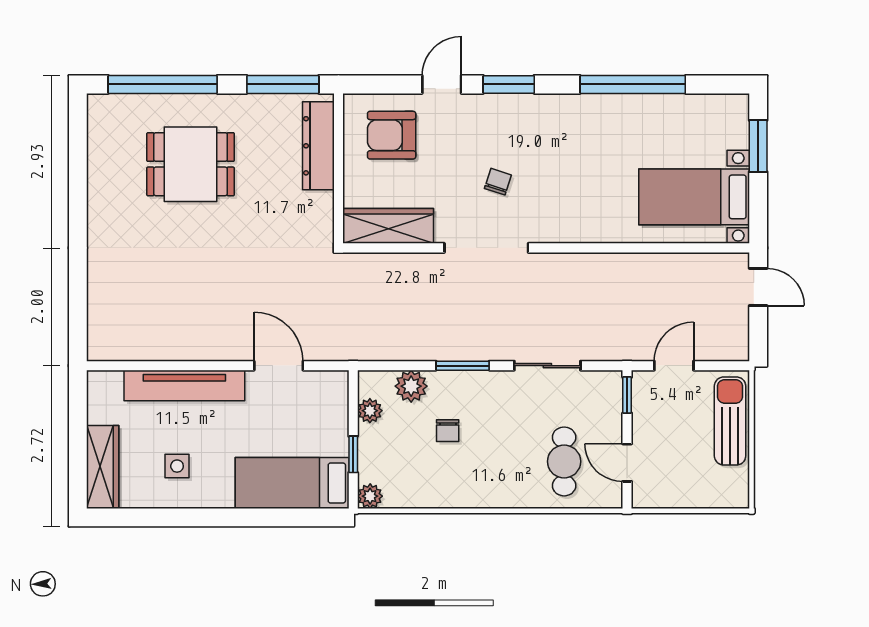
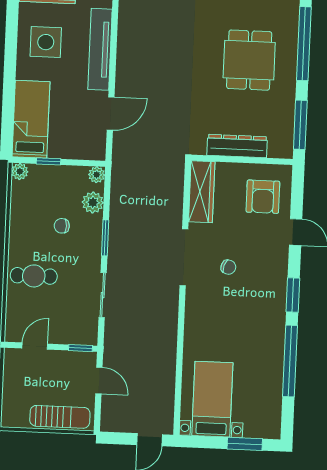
window: (509, 84) -> (293, 295), moved
armchair: (392, 135) -> (263, 197), turned 180
dresser: (318, 146) -> (237, 146), moved
plant: (370, 411) -> (97, 175), moved
cafe table: (564, 461) -> (34, 276), moved
side table: (177, 466) -> (46, 42), width x1.87, depth x1.87

